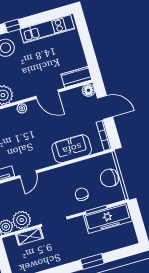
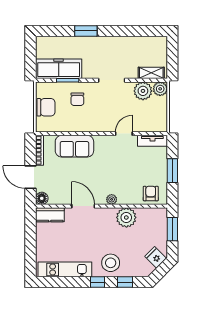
shelving: (29, 236) -> (151, 73), moved

